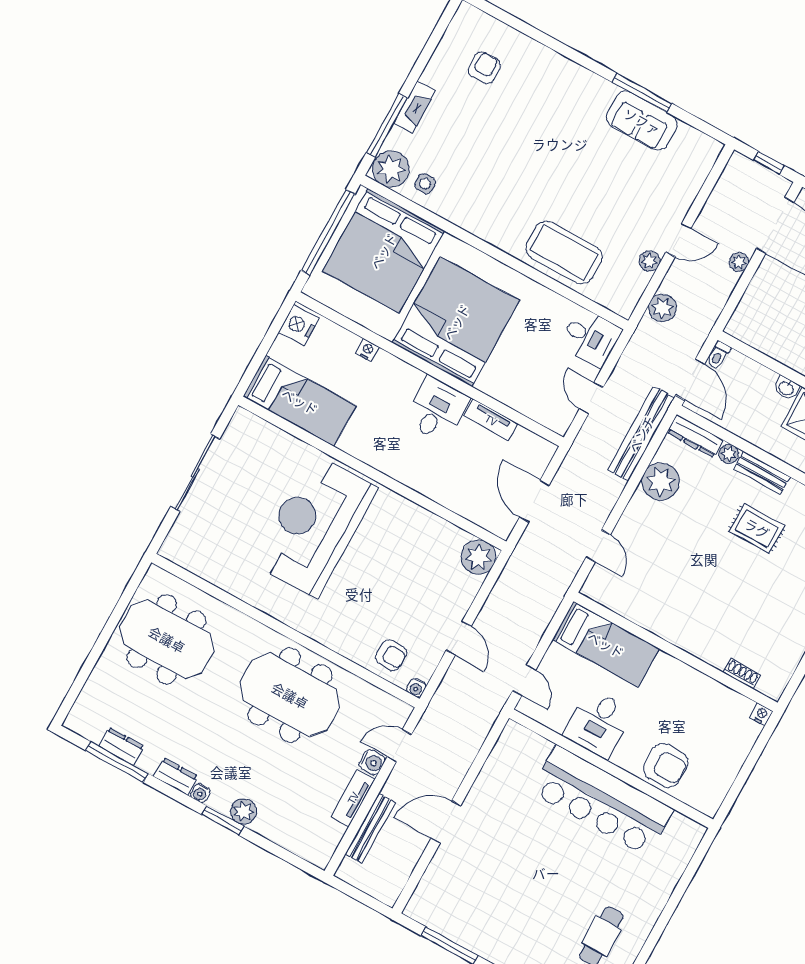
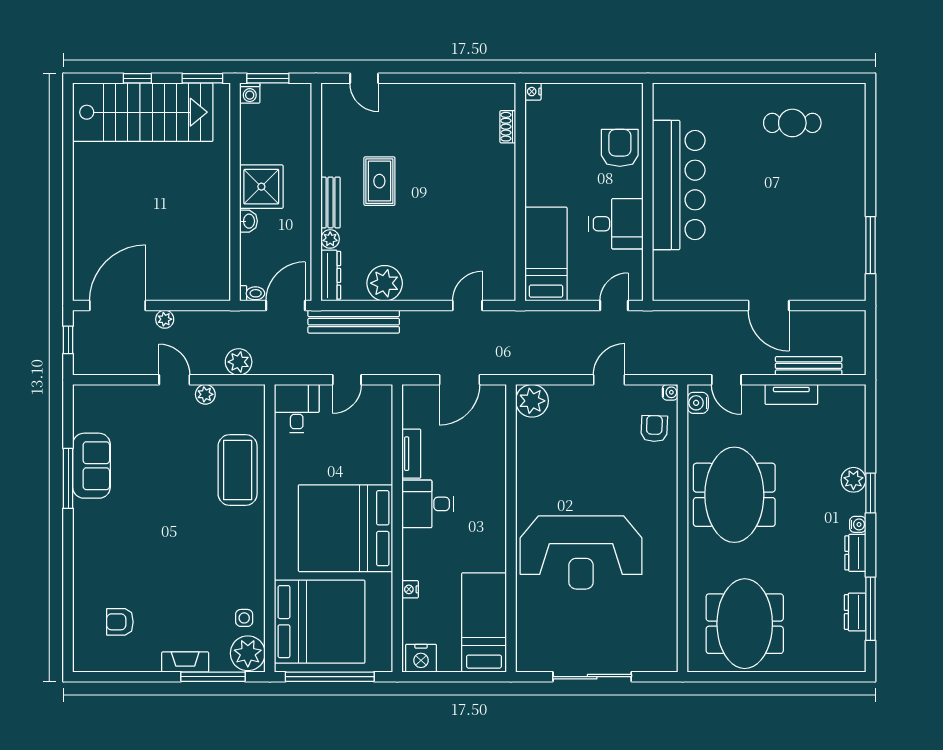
water cooler: (372, 762) -> (698, 403), moved, turned -90

